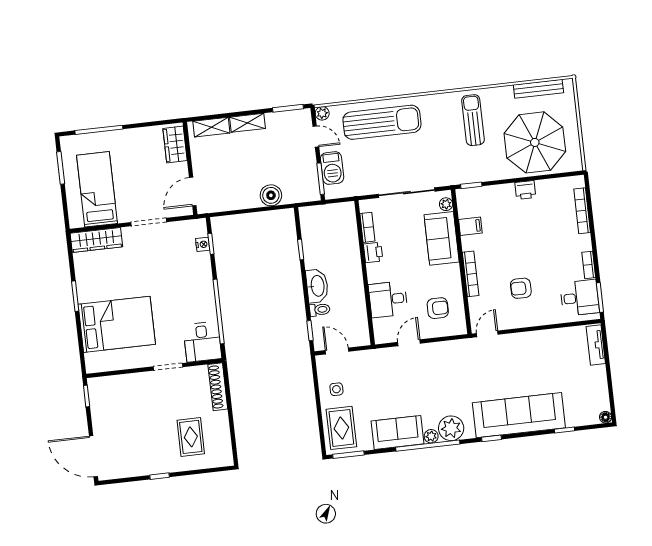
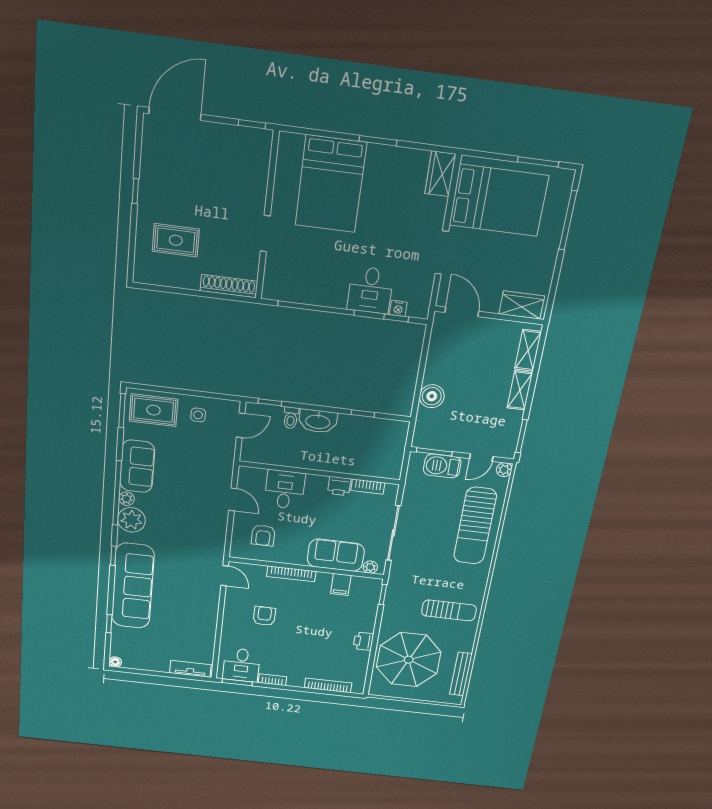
bed: (97, 189) -> (499, 200), width x1.50
wardrobe: (96, 240) -> (440, 174), width x0.67
desk: (202, 342) -> (370, 290), moved, turned -90

